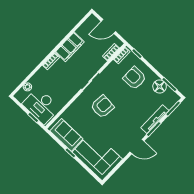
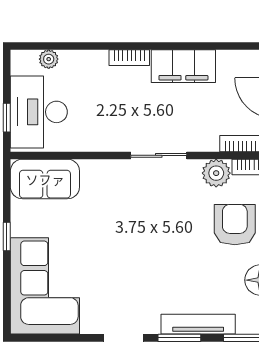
plant: (113, 68) -> (216, 173), added
armchair: (102, 107) -> (135, 216), removed
sofa: (66, 135) -> (45, 179), moved, turned 90

